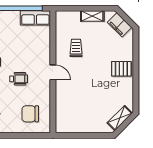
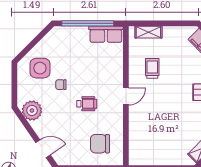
shelving: (92, 16) -> (148, 32), moved
door: (53, 72) -> (126, 96), hinge flipped

